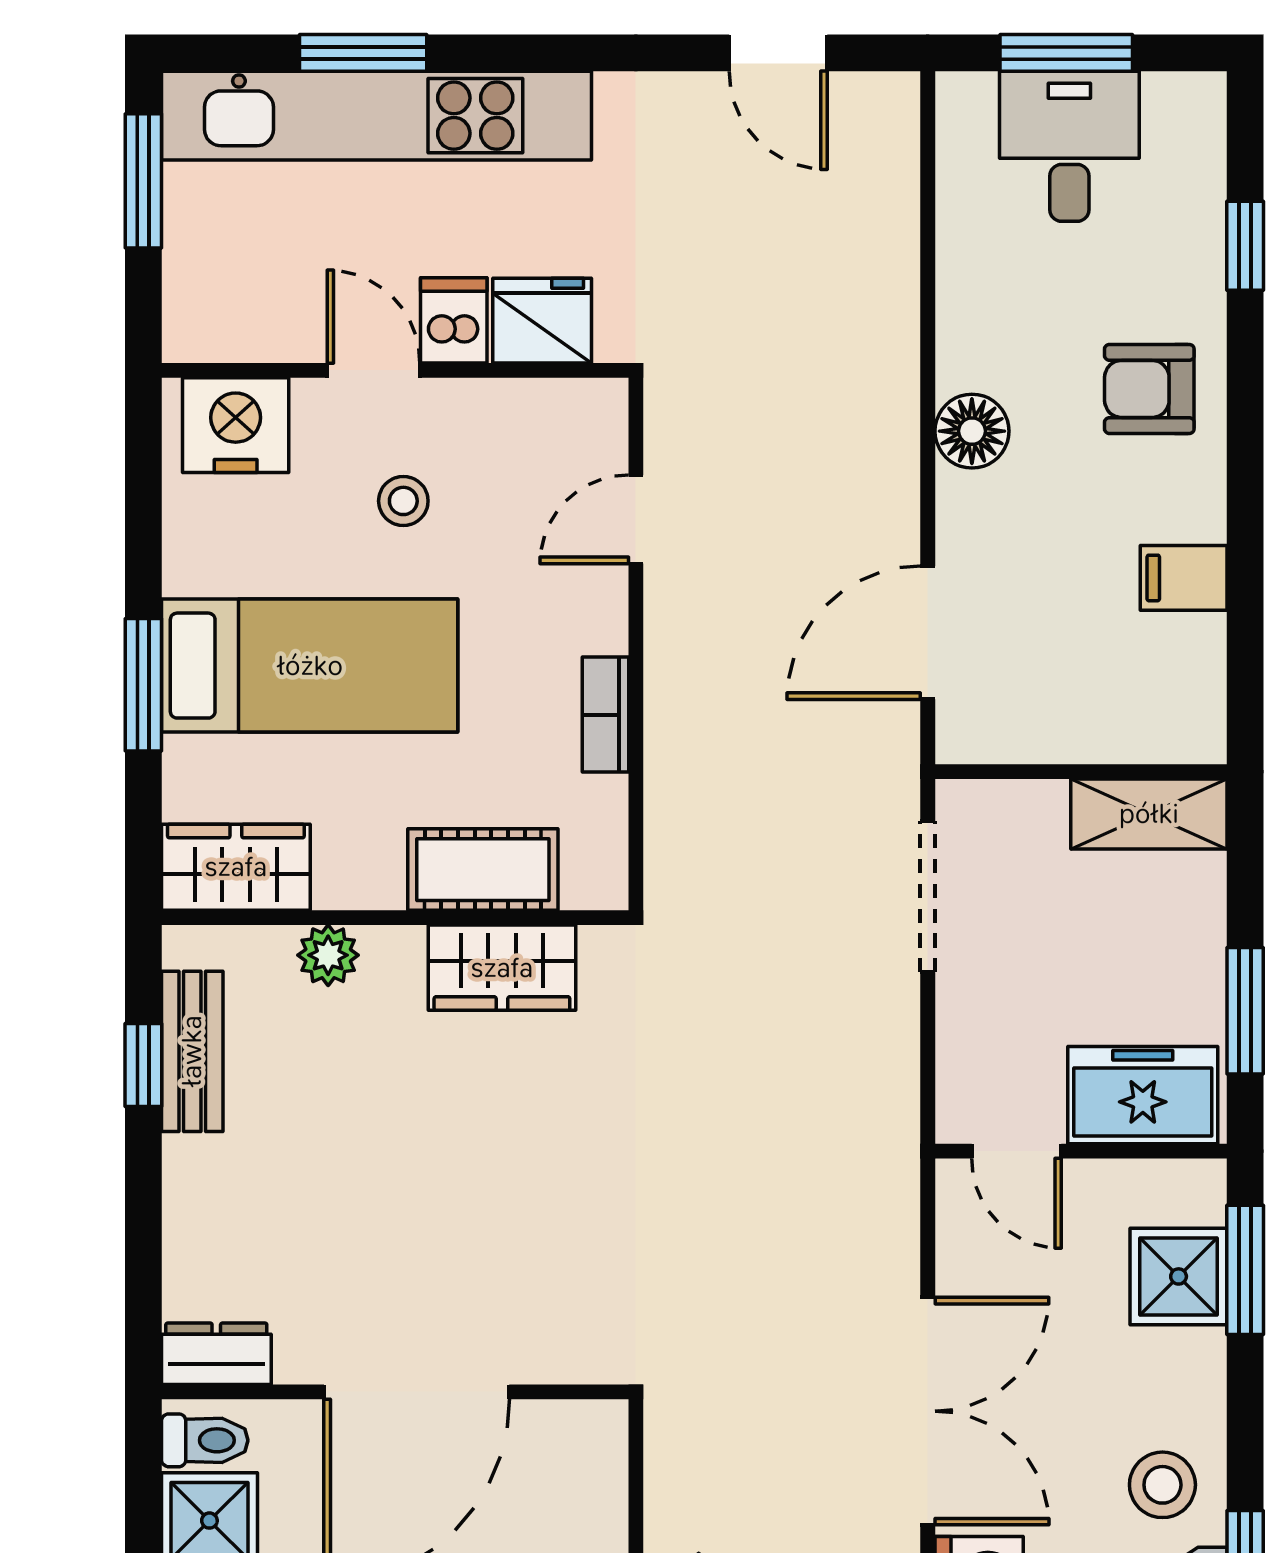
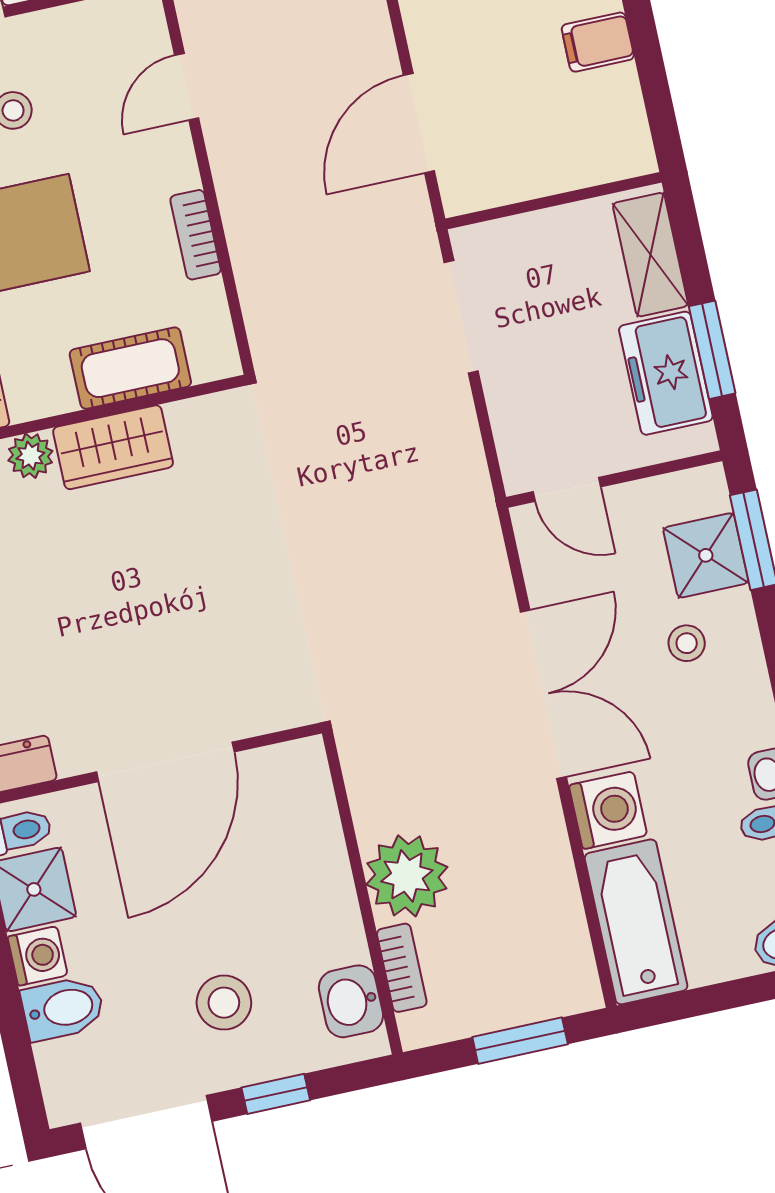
shelving: (1149, 814) -> (650, 255), moved, turned 90
wardrobe: (502, 968) -> (113, 447), moved
freezer: (1143, 1095) -> (666, 373), moved, turned -90
stool: (1162, 1485) -> (687, 643), moved, width x0.73, depth x0.73

